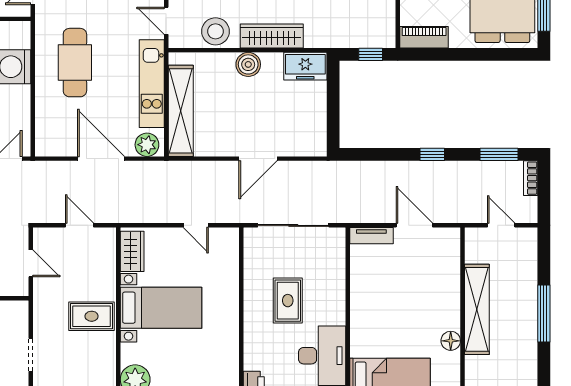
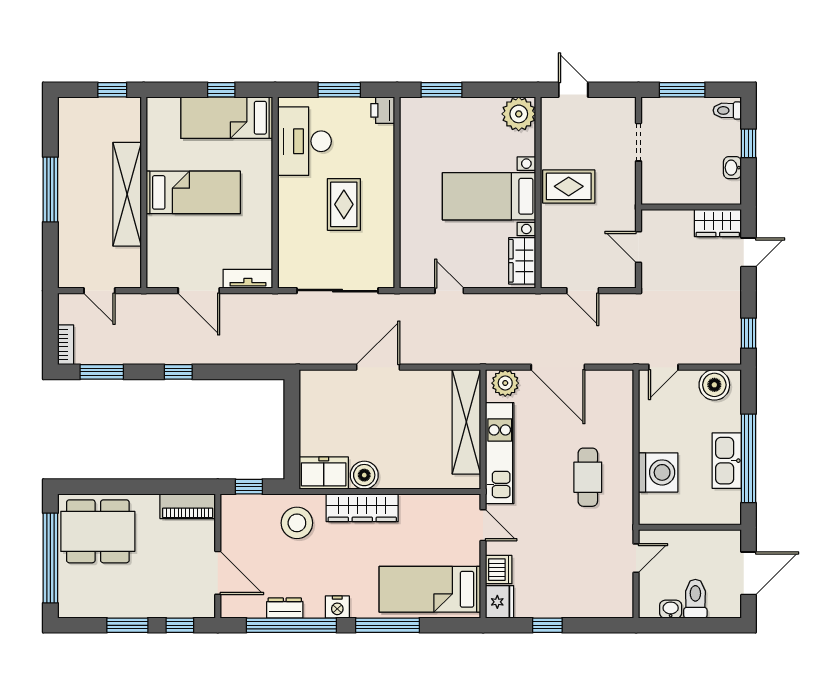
stool: (216, 31) -> (297, 523), moved
cafe table: (75, 63) -> (588, 477), width x0.73, depth x0.74
boiler: (248, 64) -> (364, 475), moved
bed: (419, 311) -> (193, 192), added
floor lamp: (451, 341) -> (157, 158), removed

